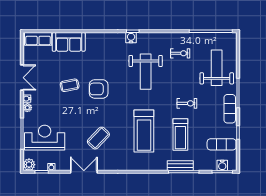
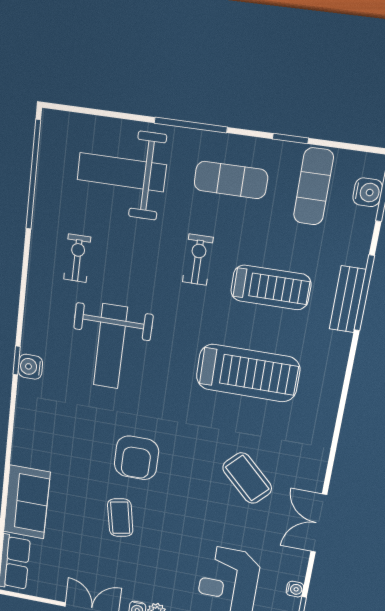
weight bench: (146, 72) -> (110, 346), turned 90
exercise mat: (230, 109) -> (231, 180), moved

